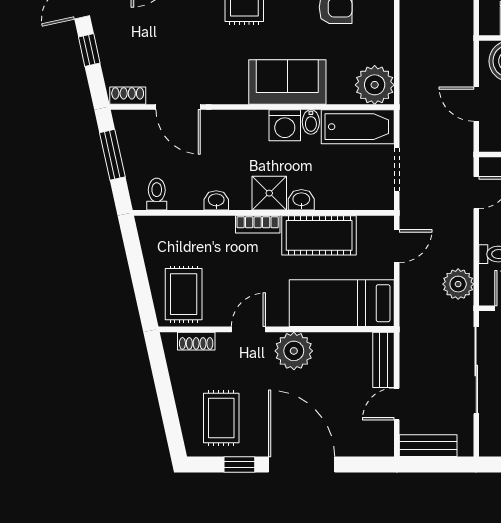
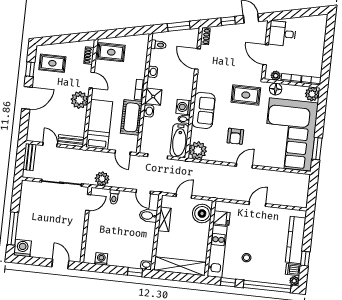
door: (178, 107) -> (197, 59), hinge flipped
door: (302, 464) -> (27, 98), width x0.73

